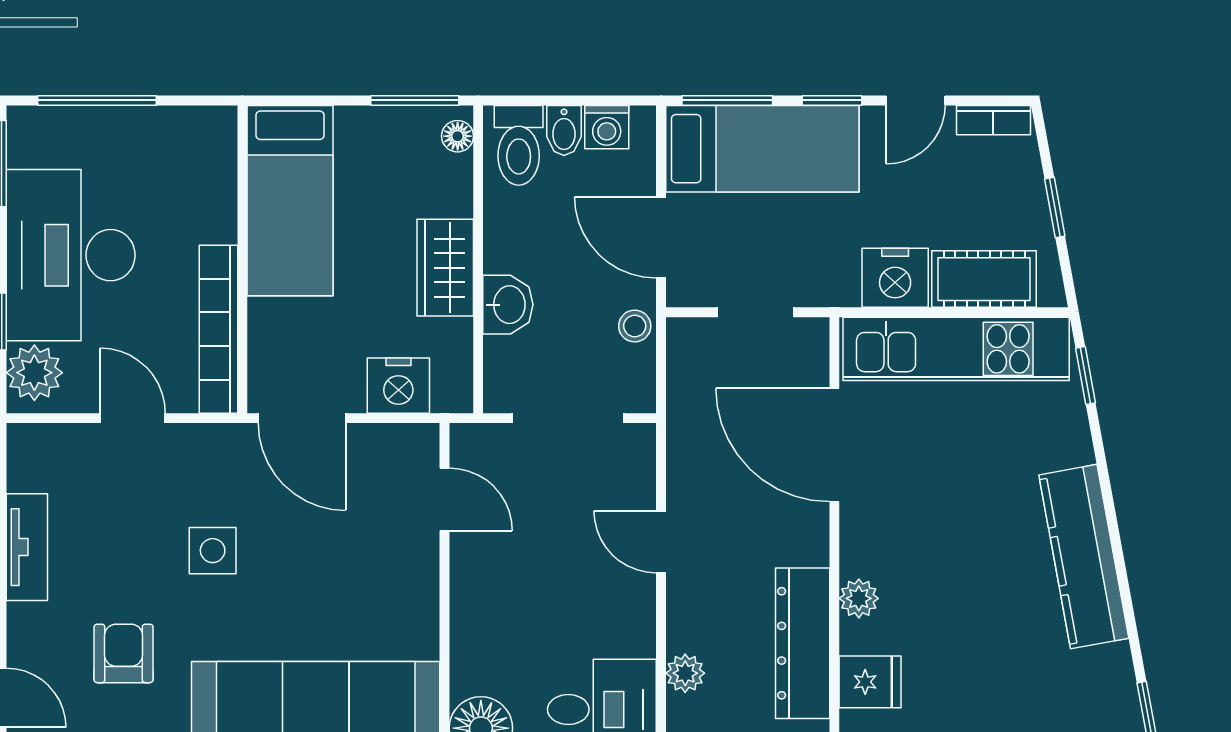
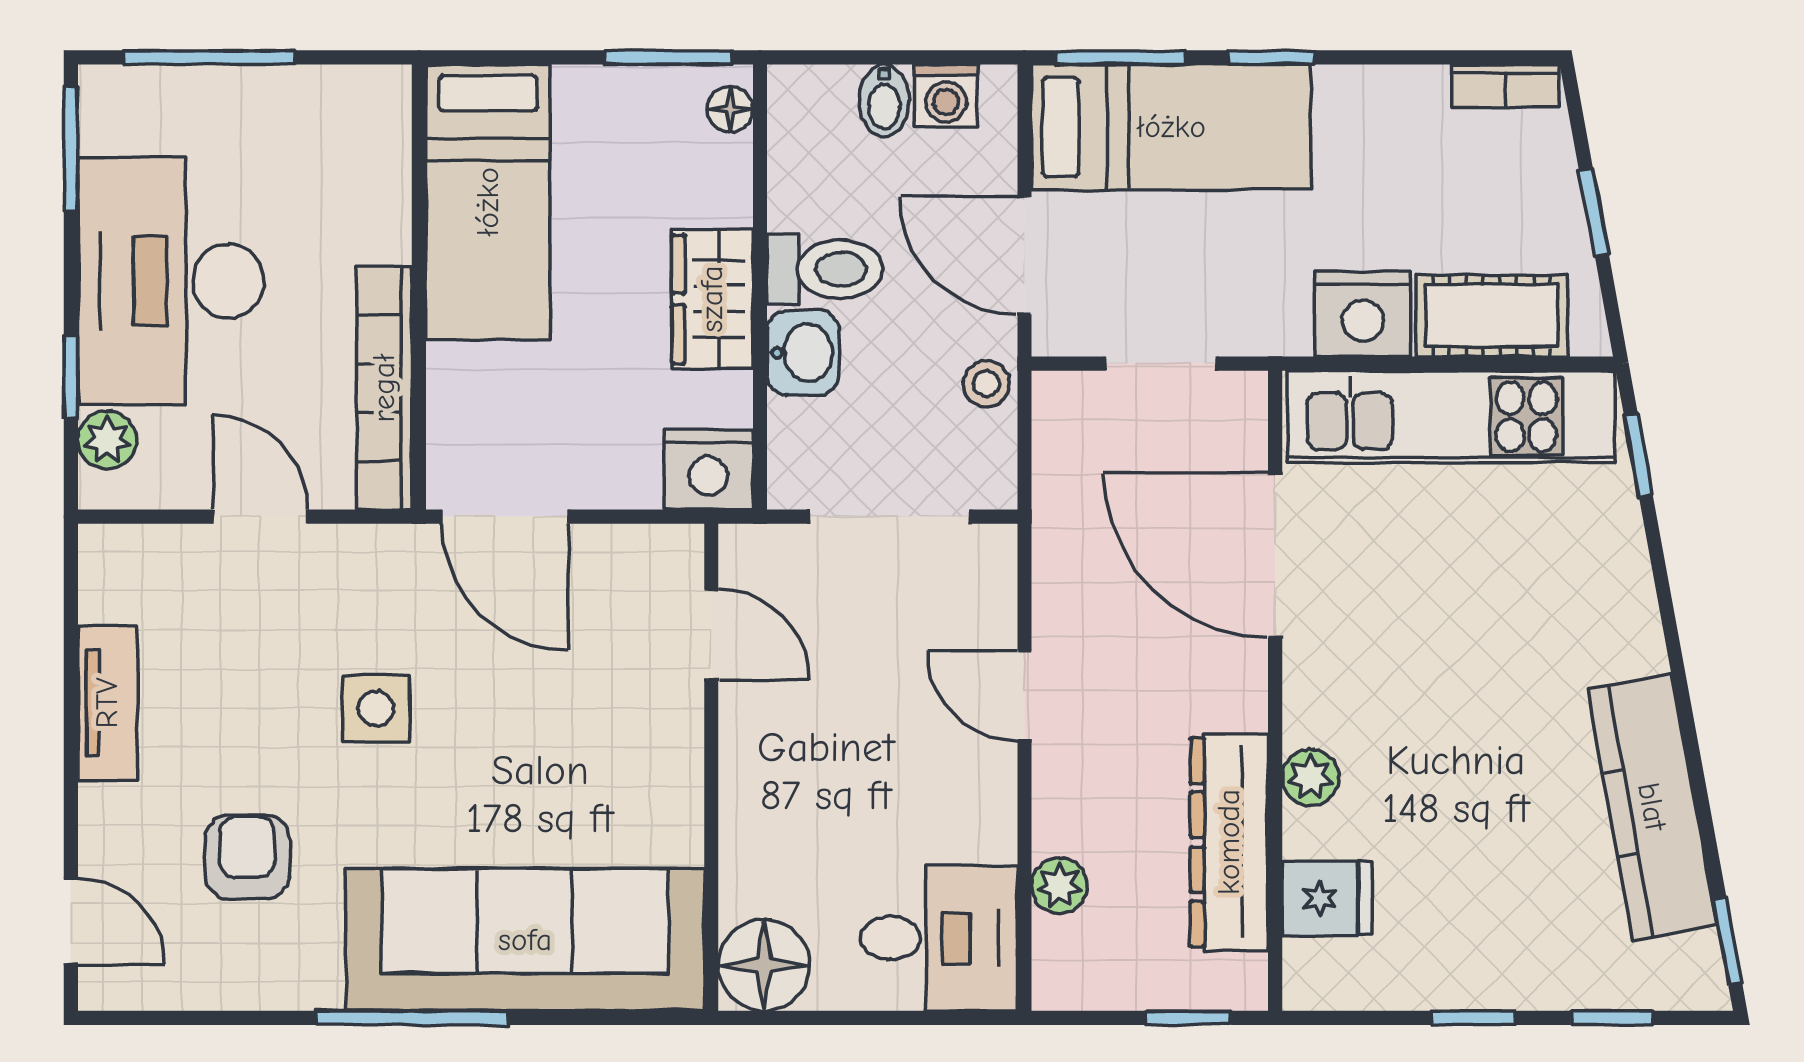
door: (916, 100) -> (1393, 57), removed
toilet: (519, 145) -> (825, 269), moved, turned -90
plant: (34, 373) -> (107, 440), width x0.73, depth x0.73
nightstand: (398, 386) -> (708, 470), moved
kitchen counter: (1084, 557) -> (1652, 807), moved

